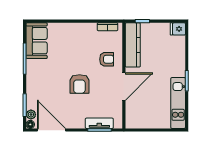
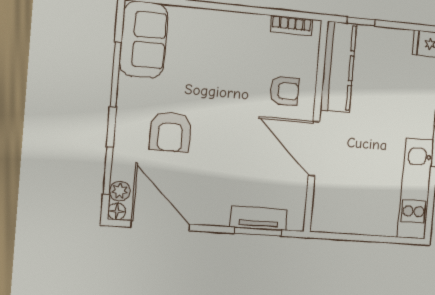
armchair: (79, 84) -> (170, 132), moved
door: (124, 87) -> (314, 149), swing flipped

